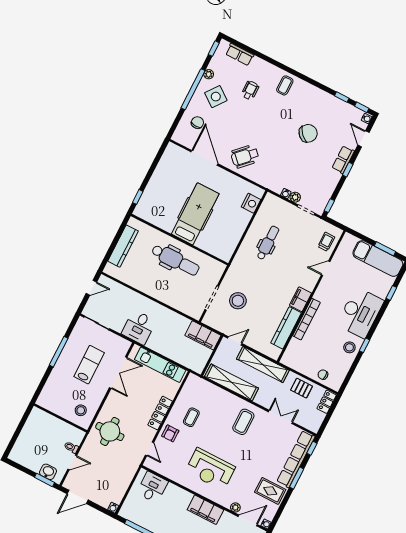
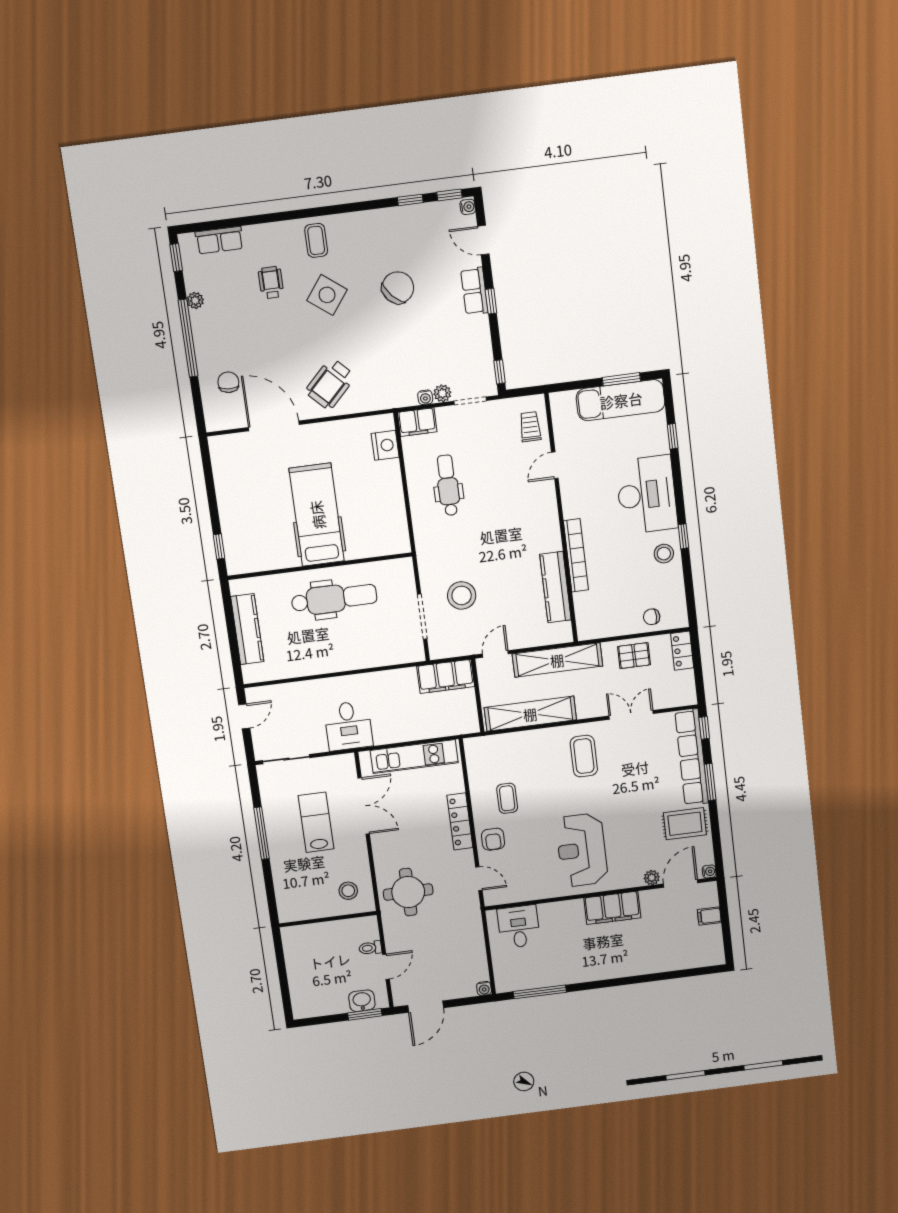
side table: (216, 97) -> (327, 295), moved
filing cabinet: (301, 299) -> (417, 422), moved, turned -90
reception desk: (210, 469) -> (582, 850), turned 90

